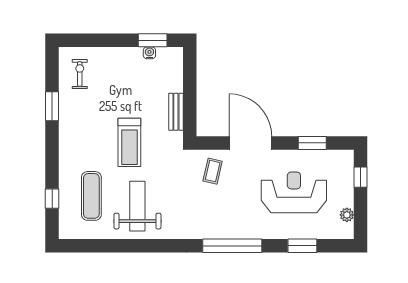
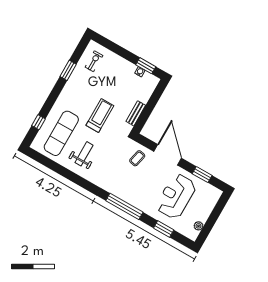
treadmill: (129, 142) -> (100, 115), turned 180
window: (360, 177) -> (218, 209), removed
reception desk: (294, 192) -> (176, 196), turned -90
exercise mat: (91, 196) -> (61, 133), width x1.36, depth x1.45
weight bench: (137, 206) -> (84, 154), width x0.73, depth x0.75

